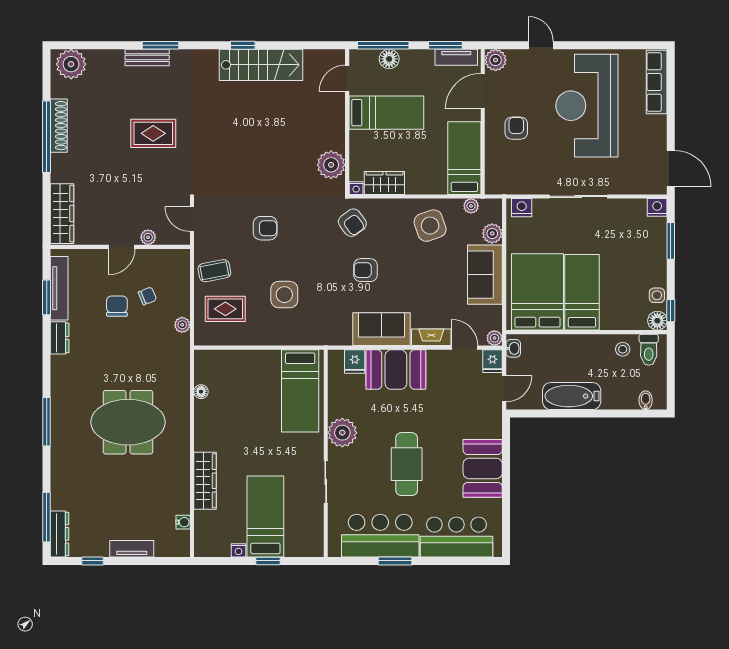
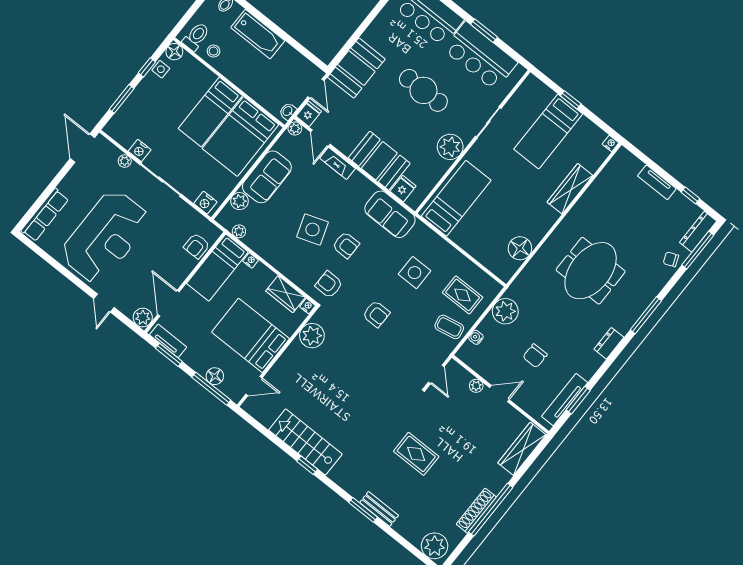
door: (483, 91) -> (168, 303), swing flipped
bed: (386, 113) -> (250, 335), width x1.50
armchair: (516, 128) -> (197, 246), moved
plant: (624, 187) -> (125, 161), added
nightstand: (440, 188) -> (251, 261), added
nightstand: (657, 207) -> (140, 150), moved
armchair: (352, 223) -> (329, 285), turned -54
side table: (430, 226) -> (312, 229), moved
armchair: (265, 228) -> (376, 314), moved, turned 180
chair: (147, 296) -> (671, 259), moved
window: (671, 311) -> (147, 67), moved
plant: (182, 325) -> (505, 311), width x1.88, depth x1.88
sofa: (382, 329) -> (390, 214), moved
dresser: (60, 338) -> (609, 343), moved
door: (504, 389) -> (316, 89), swing flipped
floor lamp: (201, 392) -> (520, 248), width x1.89, depth x1.89
bathtub: (572, 396) -> (258, 34), moved
meeting table: (128, 422) -> (591, 271), turned 90
cafe table: (407, 464) -> (423, 90), turned 90
booth: (483, 468) -> (356, 68), moved
water cooler: (183, 522) -> (476, 337), moved
nightstand: (238, 550) -> (611, 143), moved

